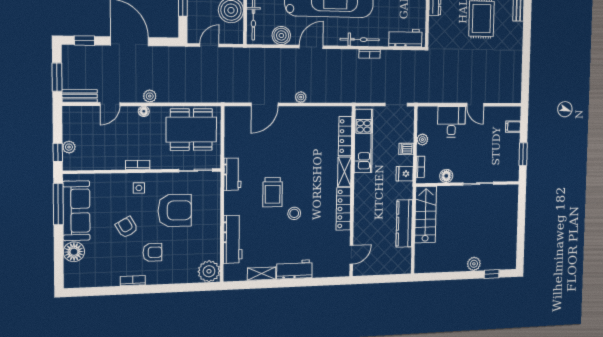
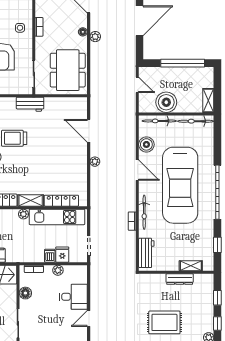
fridge: (405, 174) -> (62, 255), moved
plant: (360, 180) -> (23, 214), added

